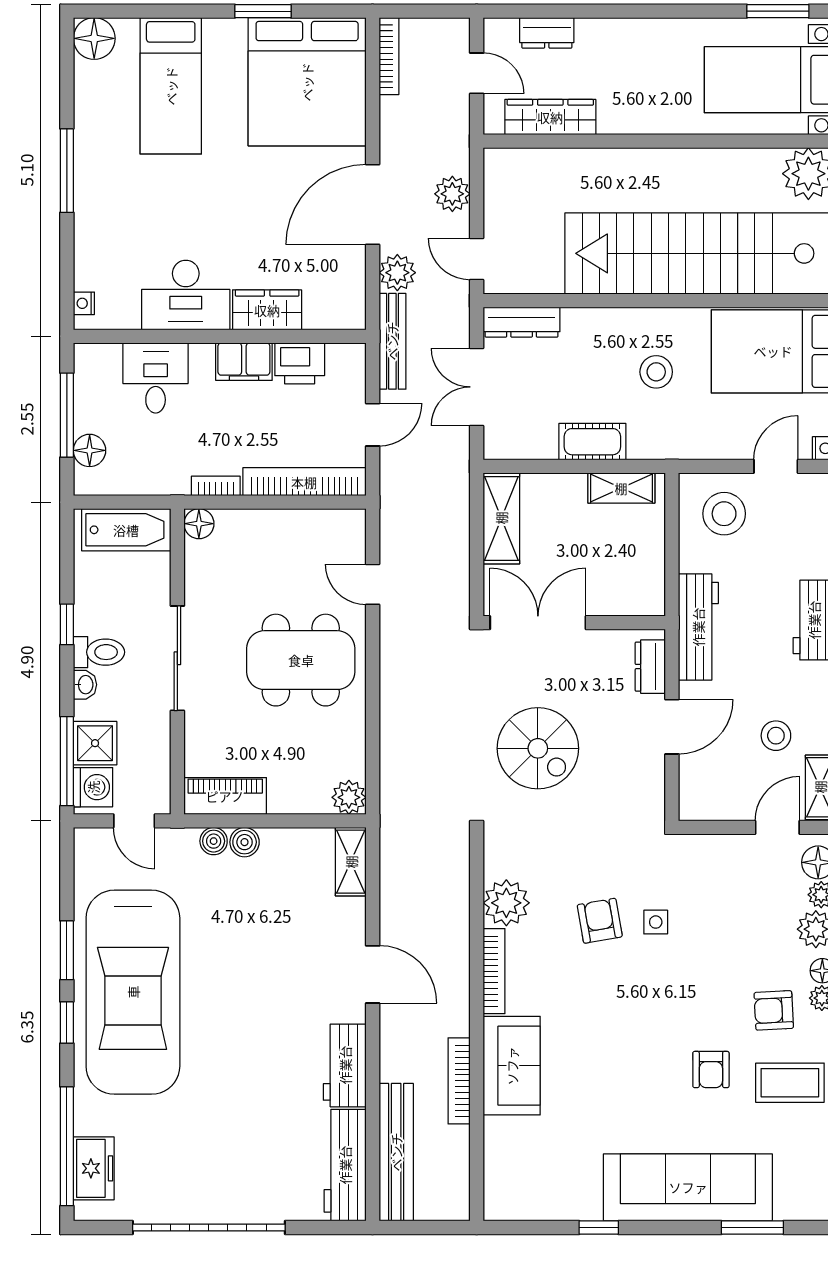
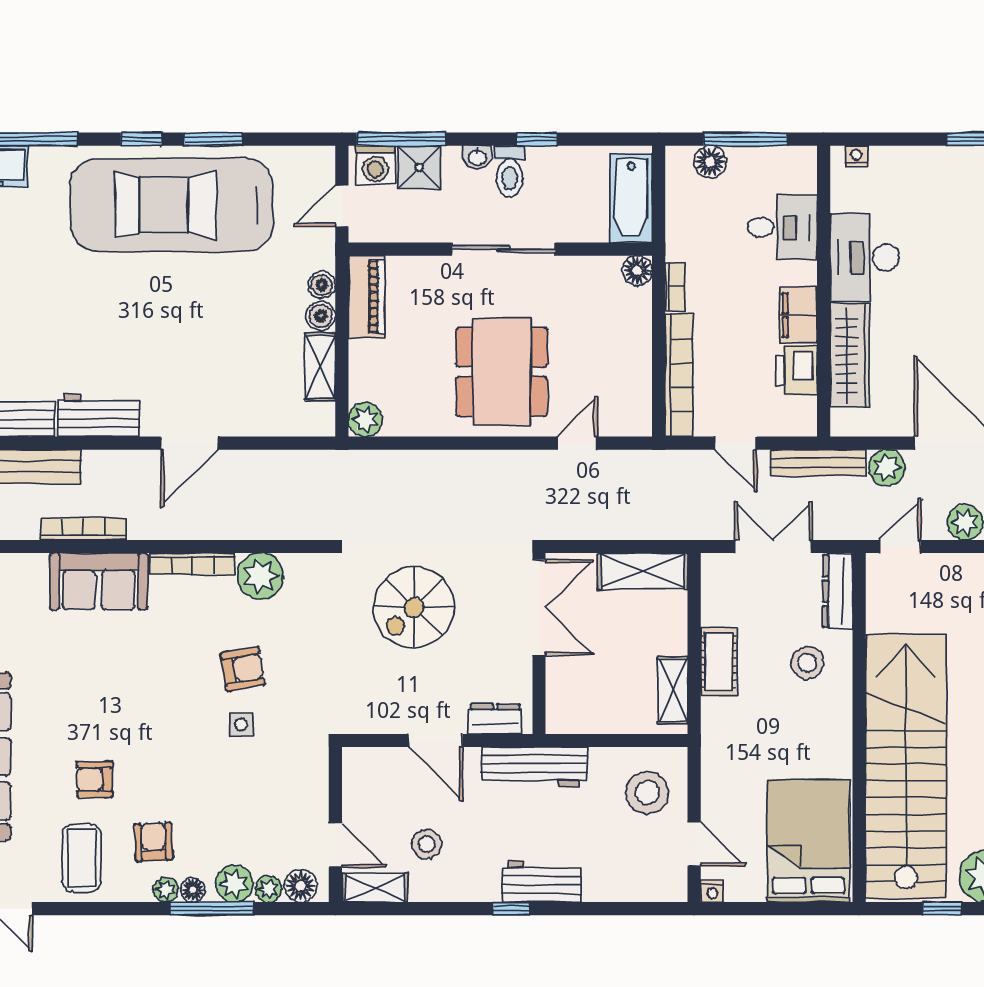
wardrobe: (267, 310) -> (850, 355), width x1.50
stool: (656, 372) -> (807, 663), moved
shelving: (351, 862) -> (320, 367), moved, turned 90

